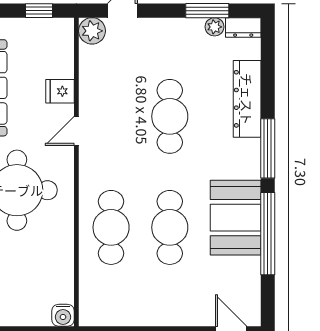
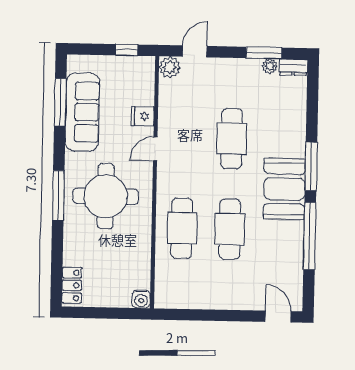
dresser: (247, 99) -> (295, 126), removed
booth: (236, 218) -> (284, 189), moved

